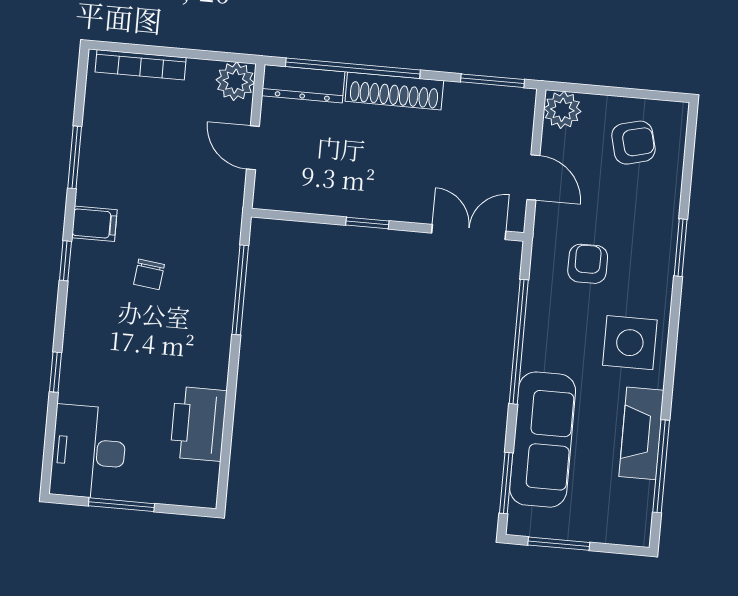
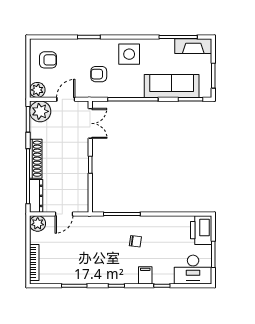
plant: (509, 112) -> (40, 111), added
armchair: (633, 143) -> (48, 60), turned 104
filing cabinet: (94, 224) -> (145, 275), moved
double door: (469, 232) -> (90, 123), swing flipped
chair: (149, 274) -> (135, 241), moved
printer: (198, 424) -> (201, 230), moved, turned 90
fireplace: (641, 433) -> (193, 46), moved

